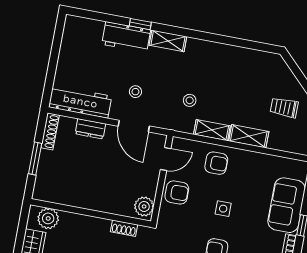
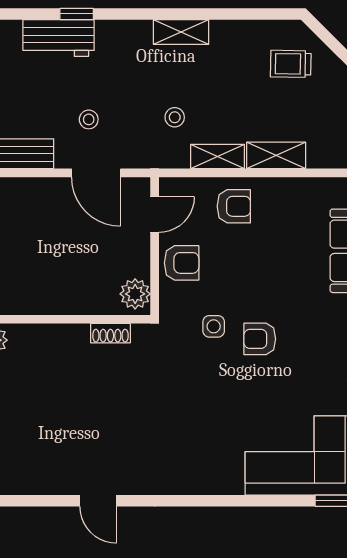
shelving: (168, 41) -> (181, 32), moved
trolley: (284, 108) -> (291, 64), moved
dresser: (90, 129) -> (30, 190), removed
side table: (223, 209) -> (214, 326), moved

